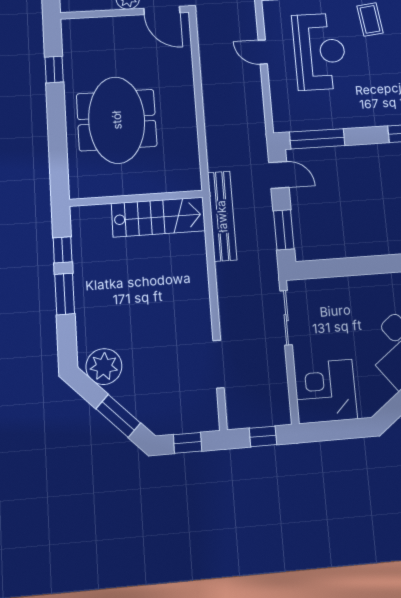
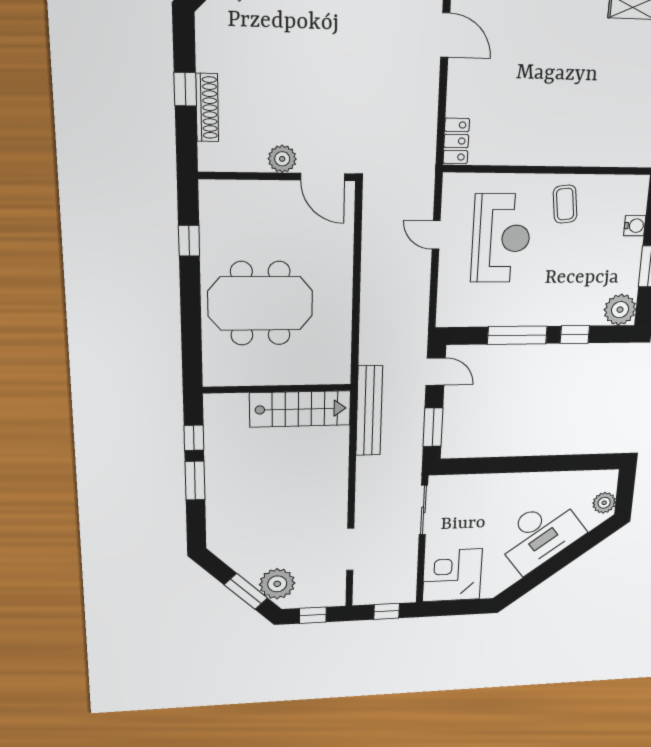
meeting table: (117, 120) -> (260, 303), turned 90
window: (317, 139) -> (517, 335), moved
plant: (104, 367) -> (277, 584), moved

